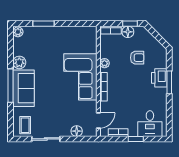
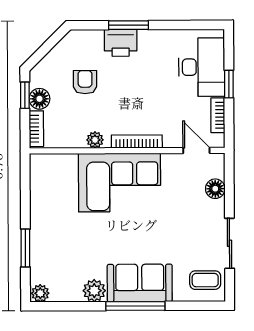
desk: (150, 124) -> (202, 67), width x1.37

